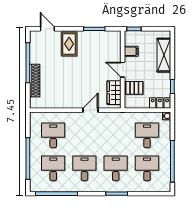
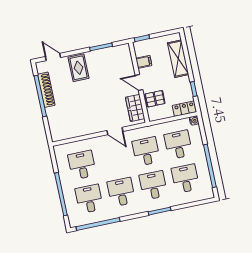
shoe rack: (35, 80) -> (46, 90), moved
door: (91, 110) -> (115, 131), swing flipped
desk: (116, 135) -> (146, 151), added

